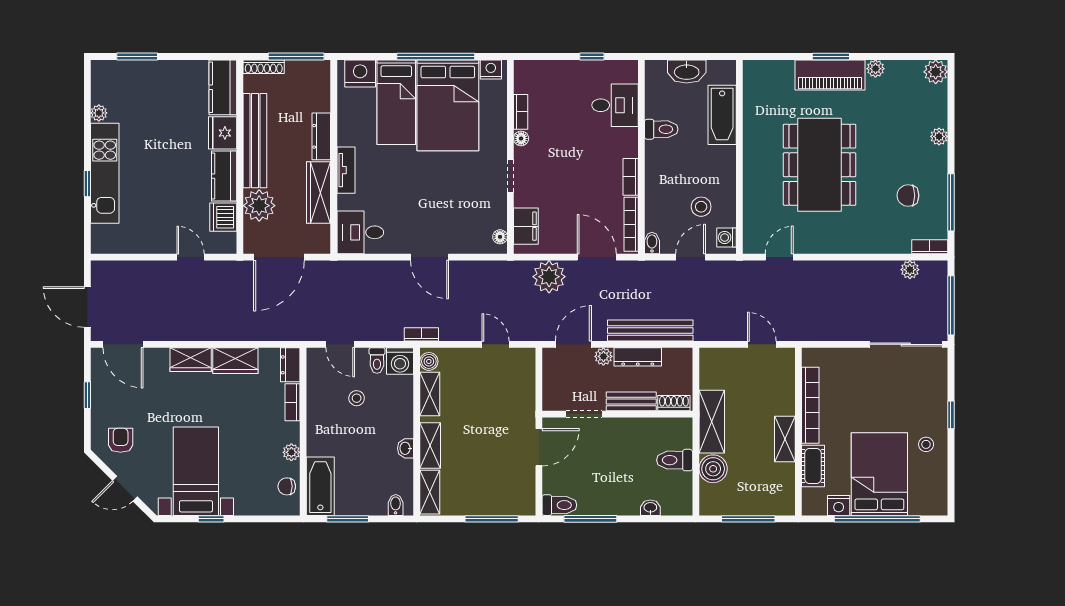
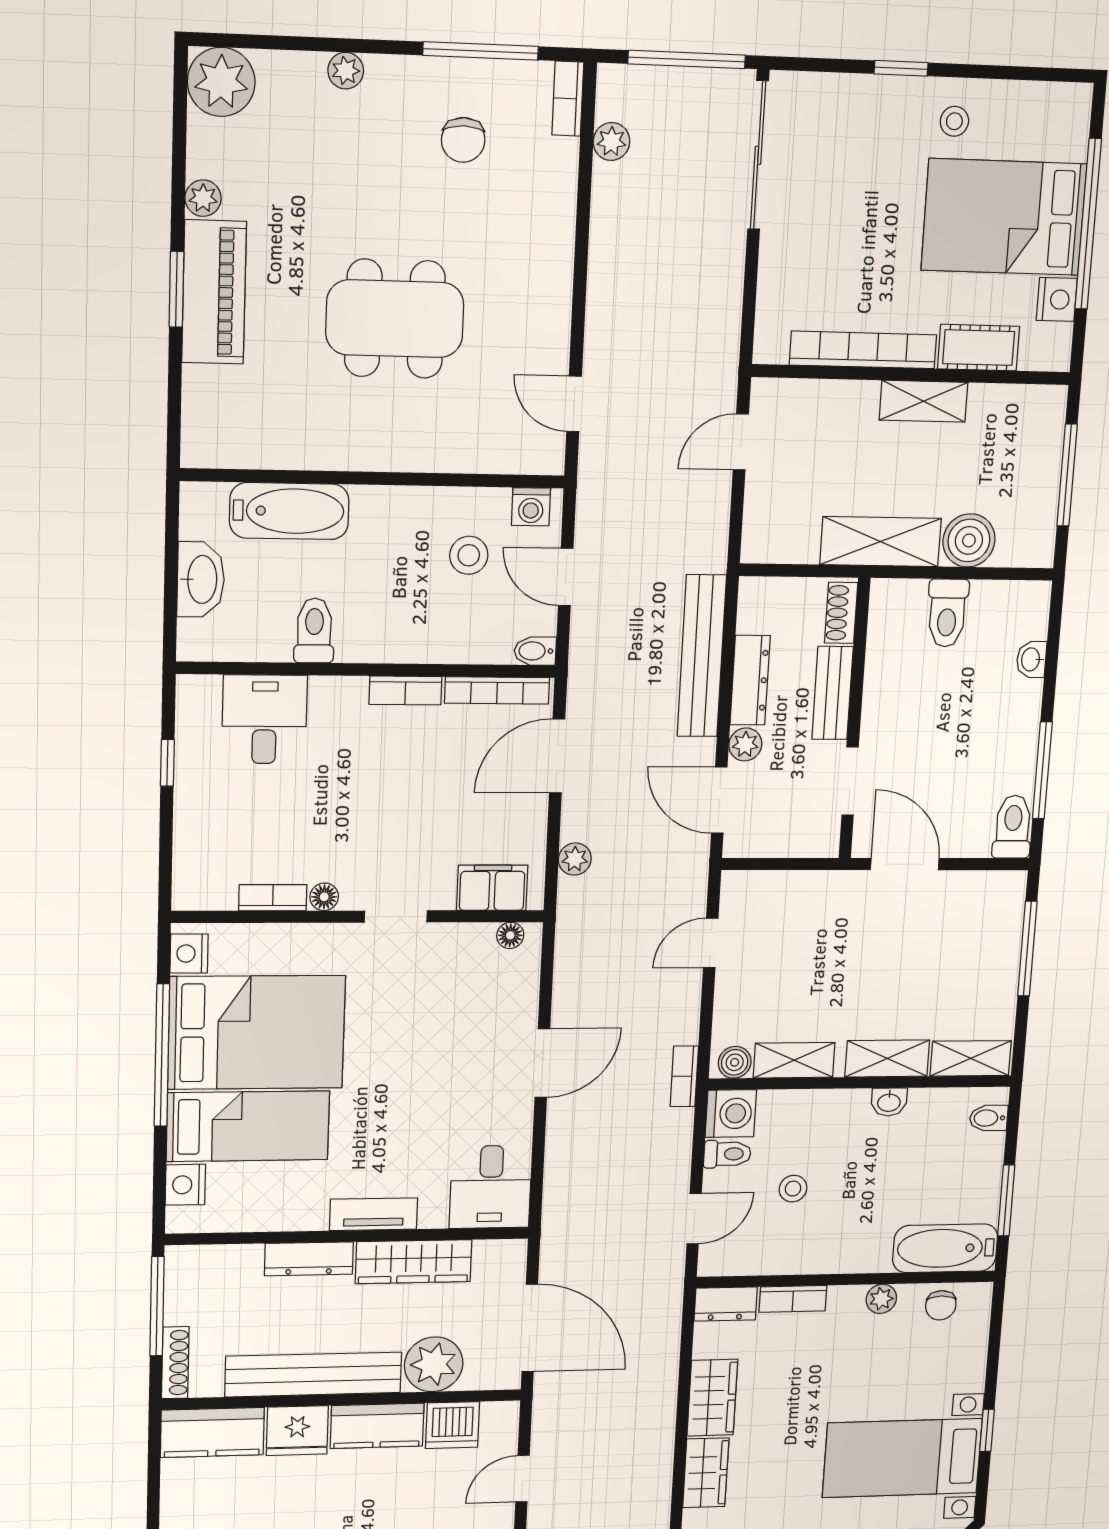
plant: (936, 72) -> (221, 82), width x1.36, depth x1.36
nightstand: (360, 73) -> (185, 1185), width x0.74, depth x0.75
dining table: (820, 165) -> (395, 319), width x0.73, depth x0.80
plant: (549, 277) -> (575, 859), width x0.53, depth x0.53

